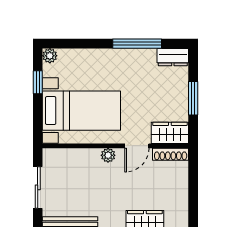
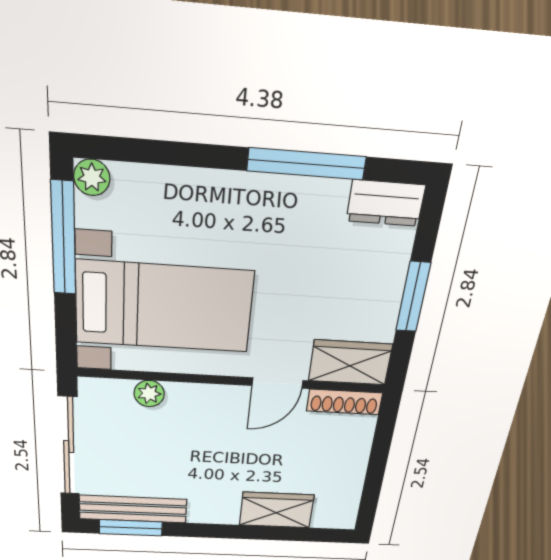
window: (38, 82) -> (64, 239), width x2.17
plant: (108, 155) -> (149, 394), moved
sliding door: (38, 187) -> (69, 447), width x1.37

